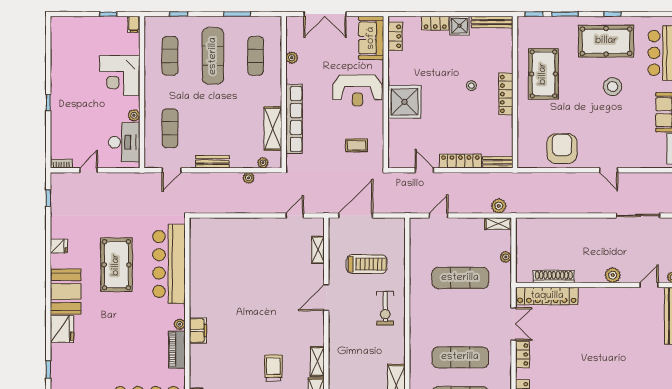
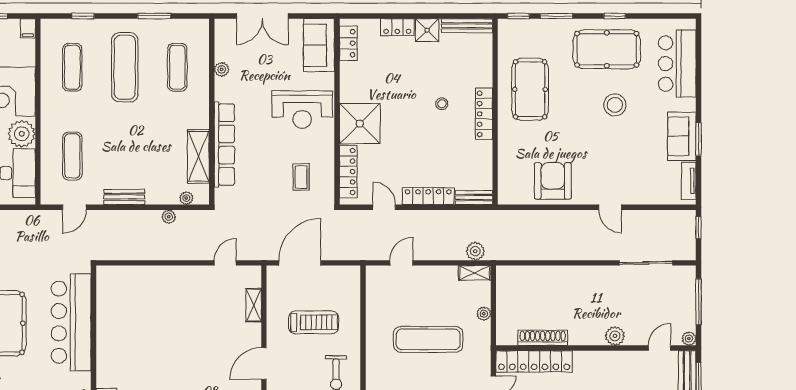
plant: (134, 115) -> (22, 134), width x1.88, depth x1.88
locker: (395, 141) -> (348, 172), added
coffee table: (357, 145) -> (301, 177), turned 90

